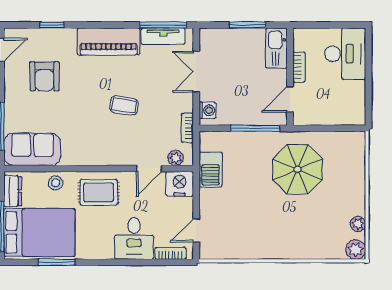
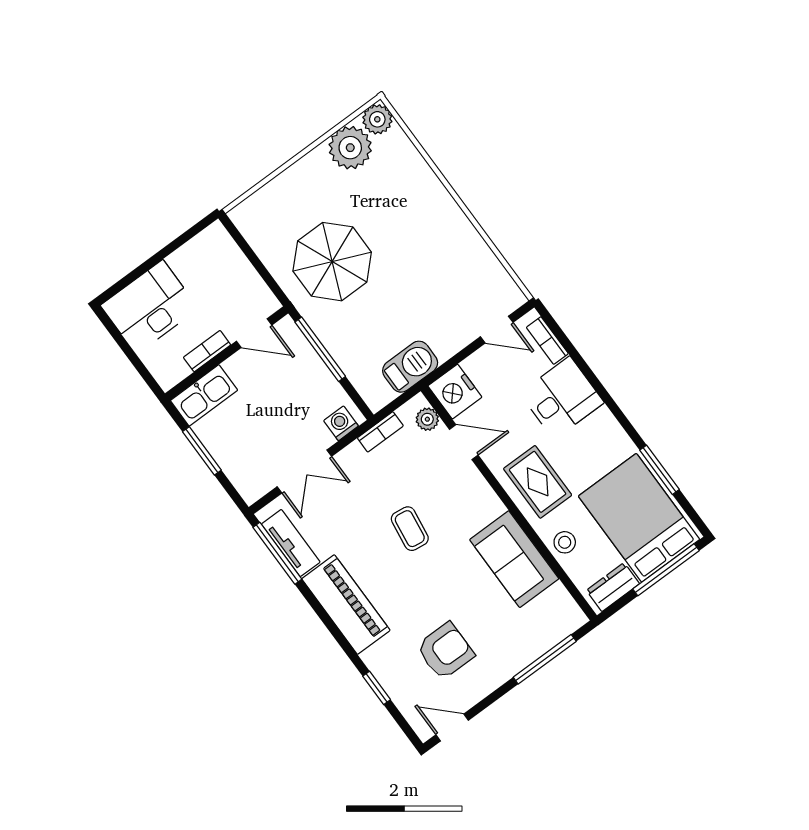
sofa: (32, 149) -> (514, 559), moved
plant: (358, 224) -> (350, 148), width x1.88, depth x1.88

